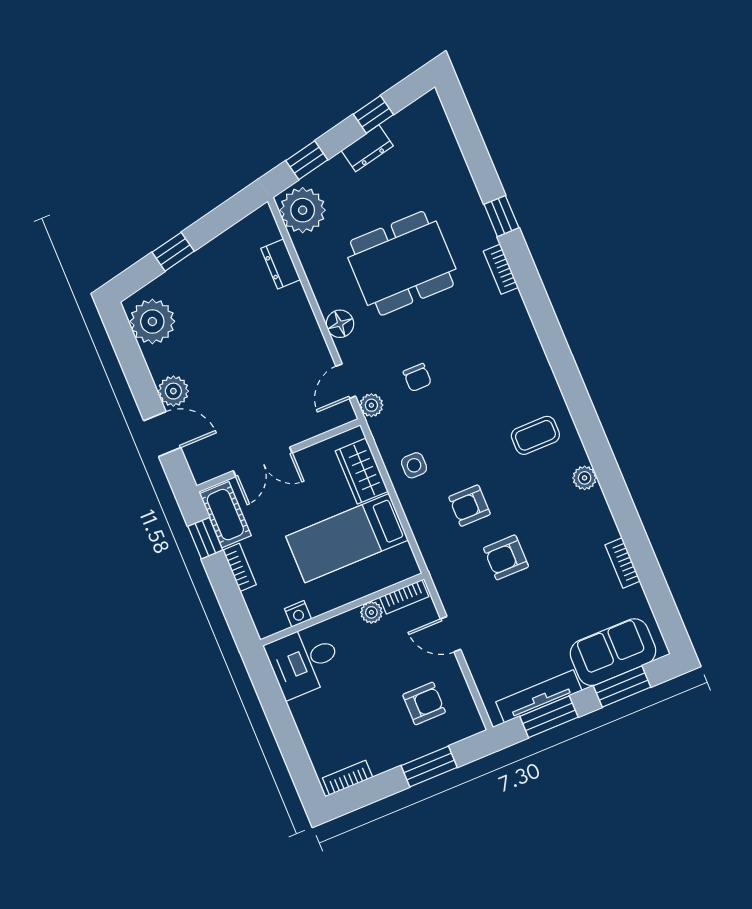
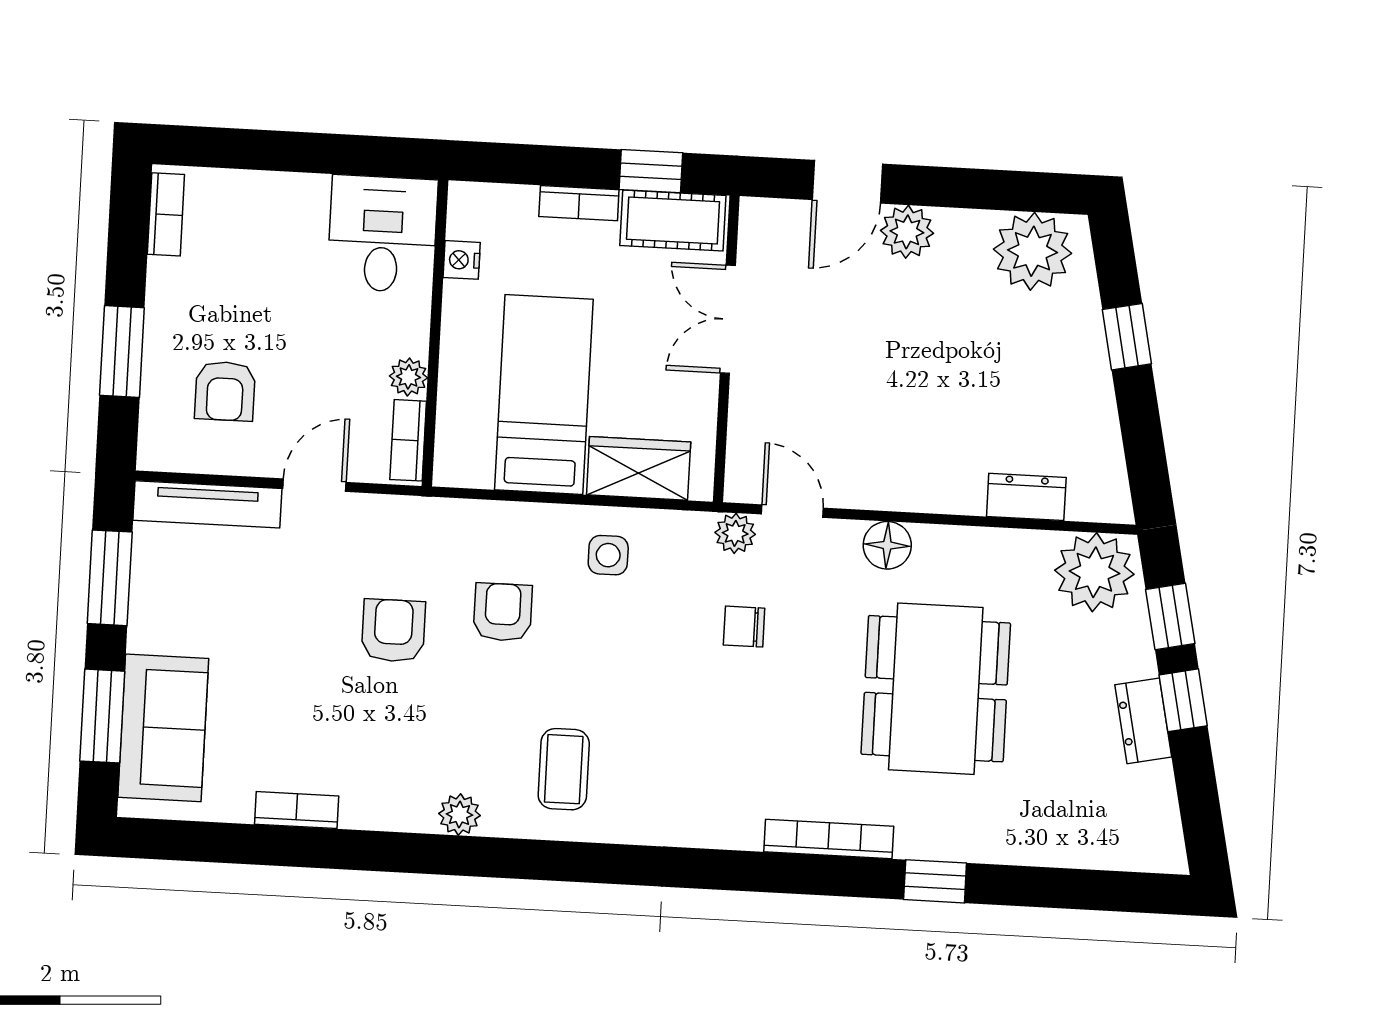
window: (373, 114) -> (1183, 700), moved
bookcase: (501, 269) -> (829, 839), width x1.56
tv unit: (539, 696) -> (207, 504), moved, turned 90

